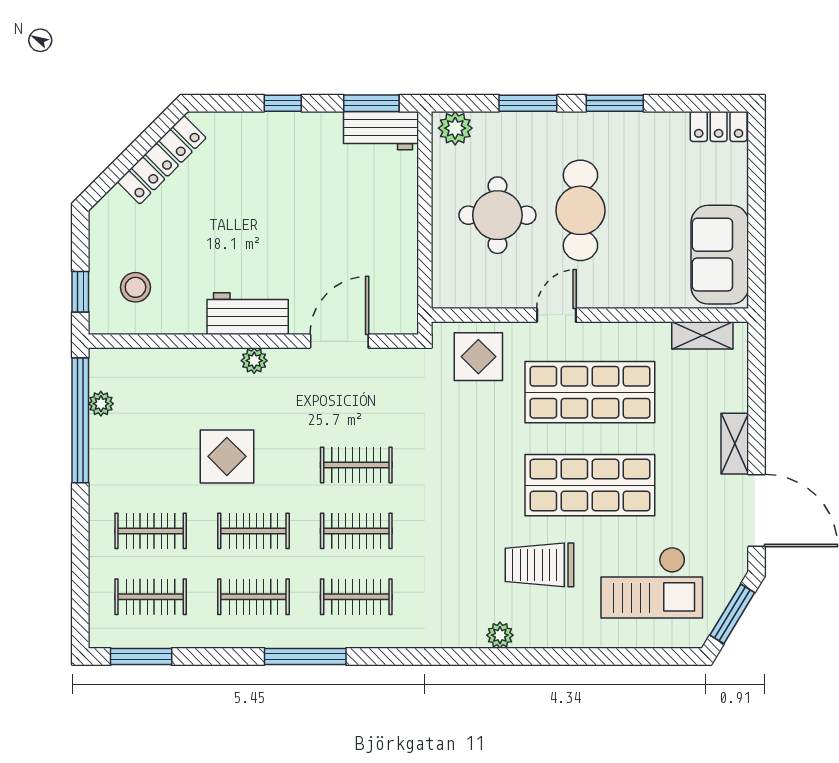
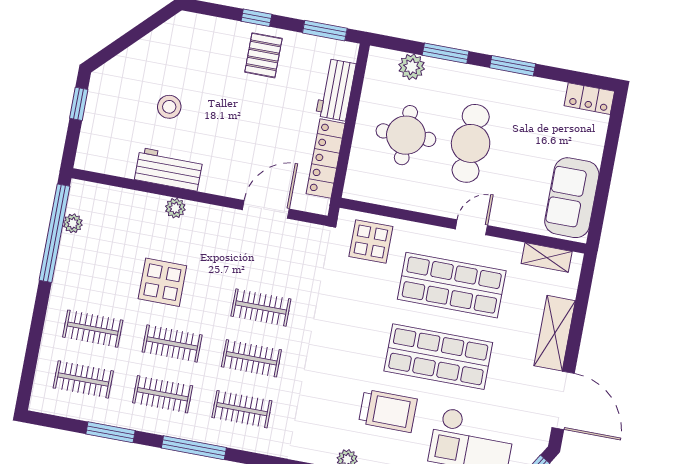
plant: (455, 128) -> (412, 67), moved
workbench: (381, 131) -> (336, 90), moved, turned 90
pallet: (300, 149) -> (263, 55), added
locker: (162, 160) -> (326, 159), moved, turned 135
stool: (135, 287) -> (169, 107), moved
window: (80, 292) -> (79, 104), moved
workbench: (248, 314) -> (169, 169), moved
door: (556, 315) -> (471, 227), moved
plant: (254, 361) -> (175, 208), moved
shelving: (735, 444) -> (555, 333), width x1.50, depth x1.33
trolley: (539, 565) -> (388, 411), turned 180
window: (141, 657) -> (110, 432), moved

